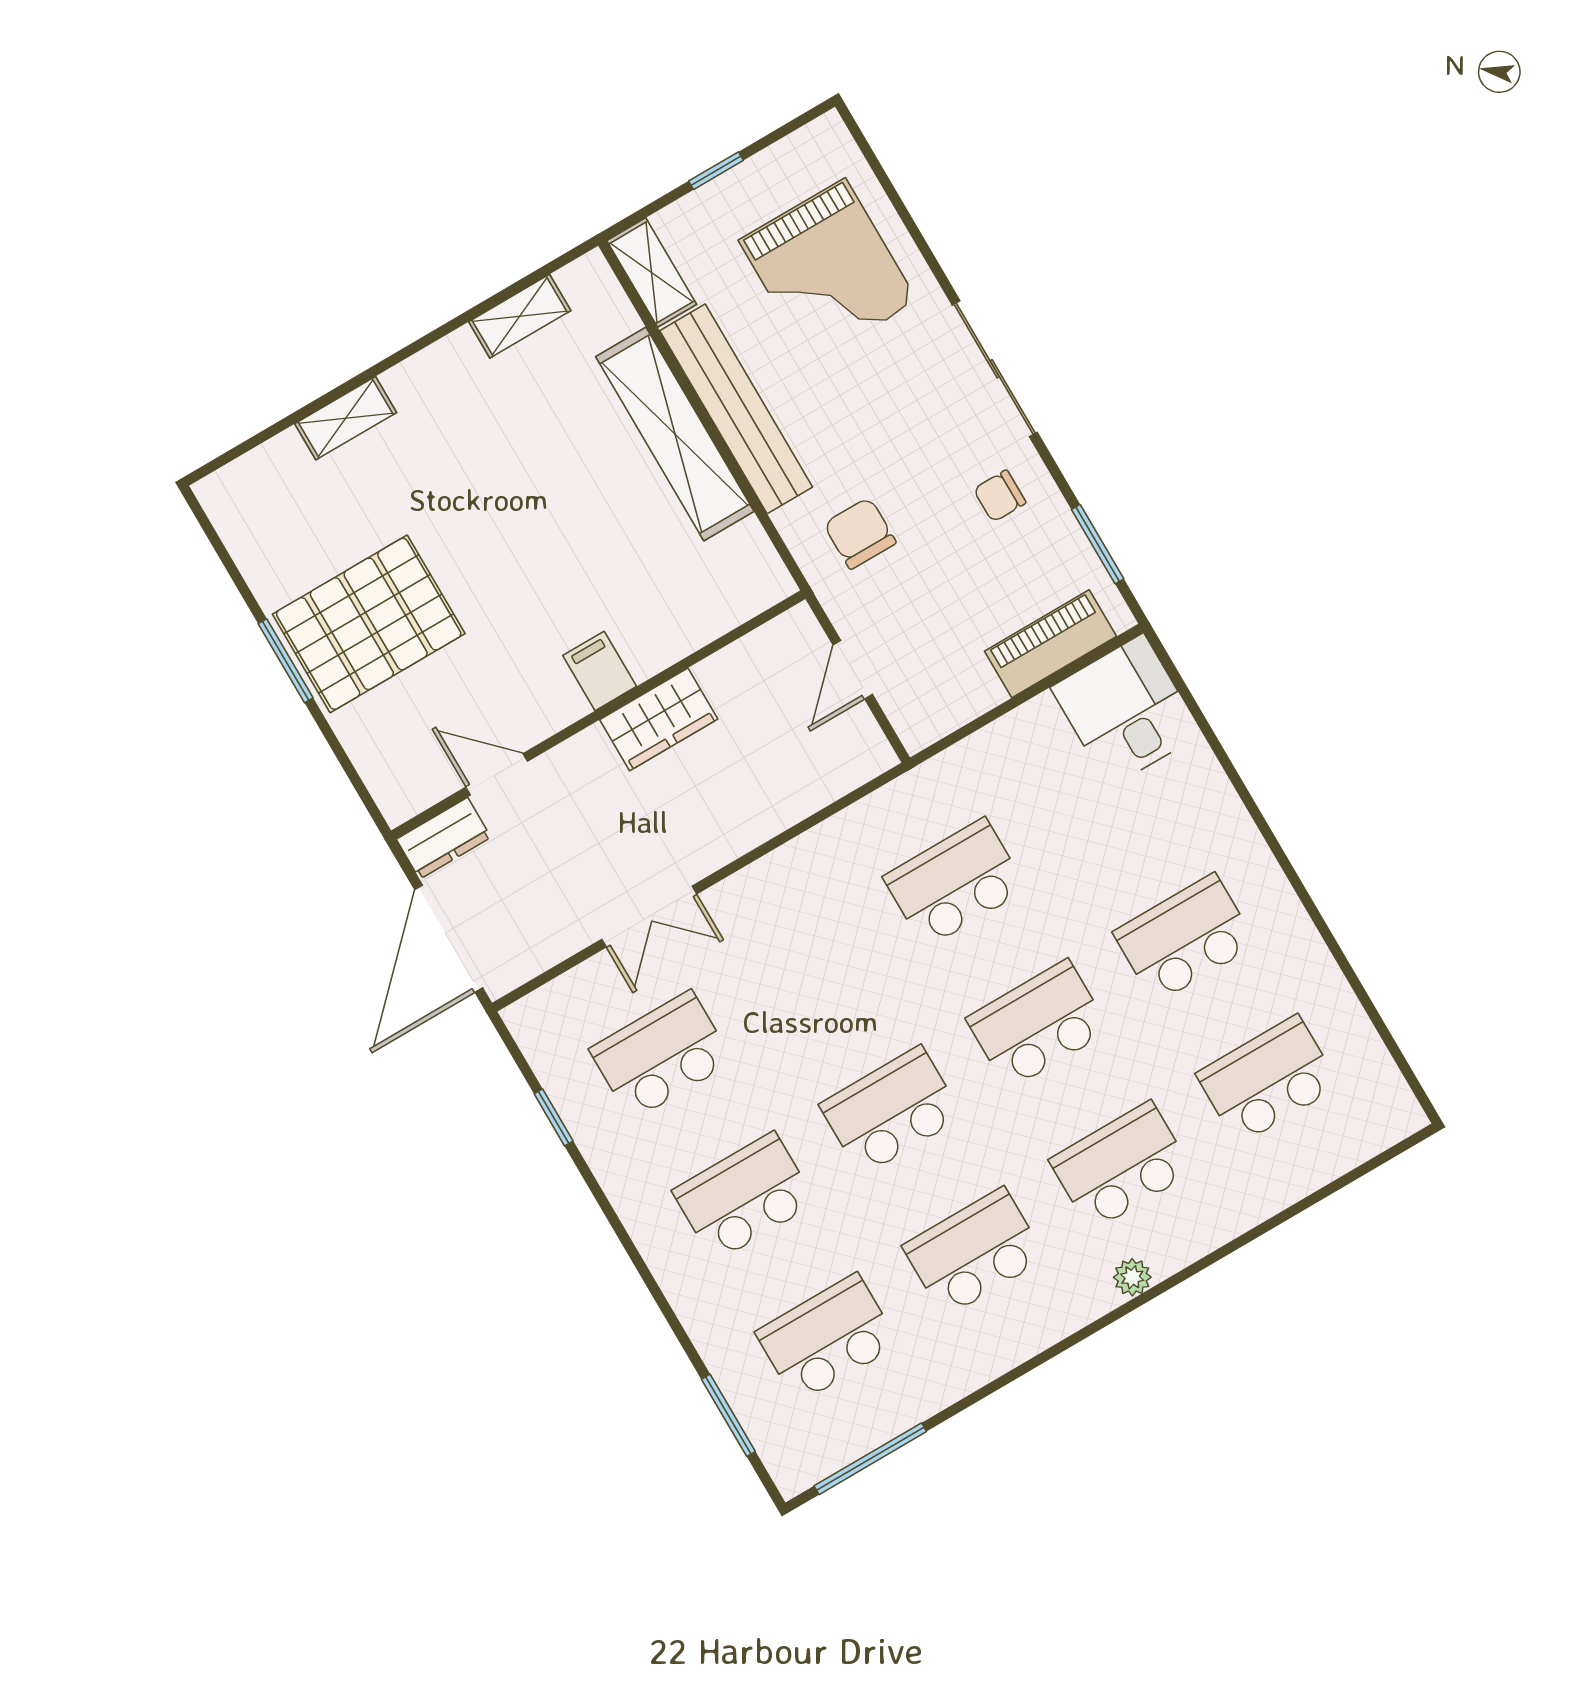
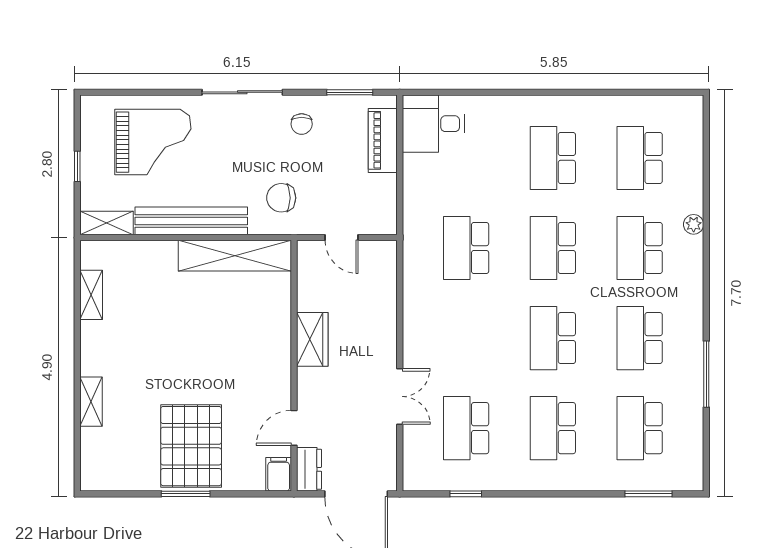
shelving: (675, 434) -> (235, 256), moved
filing cabinet: (600, 671) -> (279, 474), moved, turned 90
plant: (1132, 1277) -> (694, 224), moved
window: (870, 1459) -> (706, 374), moved

